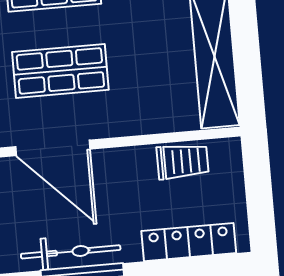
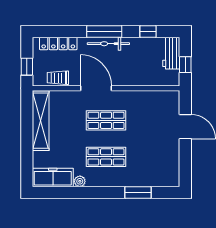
door: (53, 148) -> (96, 88), moved
window: (258, 181) -> (27, 67), added

